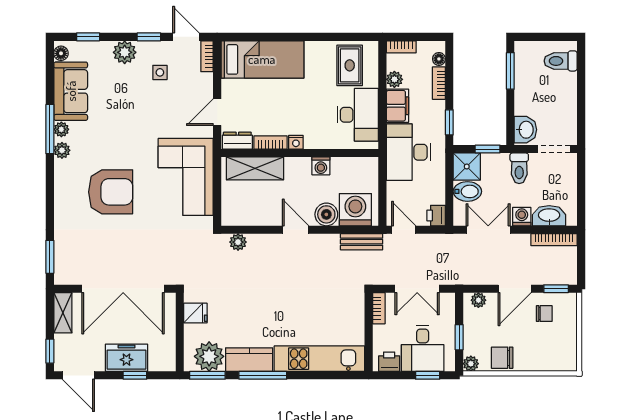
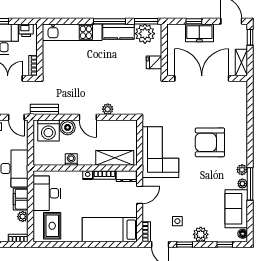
plant: (238, 242) -> (108, 109), moved
window: (50, 257) -> (250, 99), removed

